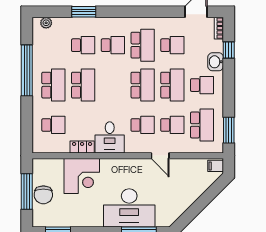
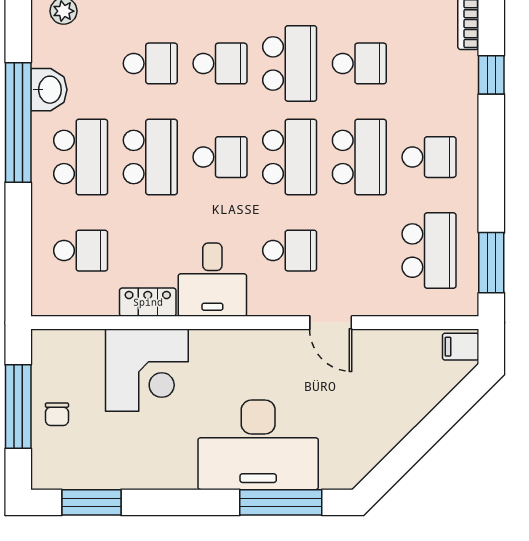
washbasin: (216, 62) -> (49, 90), moved, turned 180
school desk: (172, 125) -> (220, 157), moved
chair: (43, 195) -> (57, 414), width x0.54, depth x0.54

